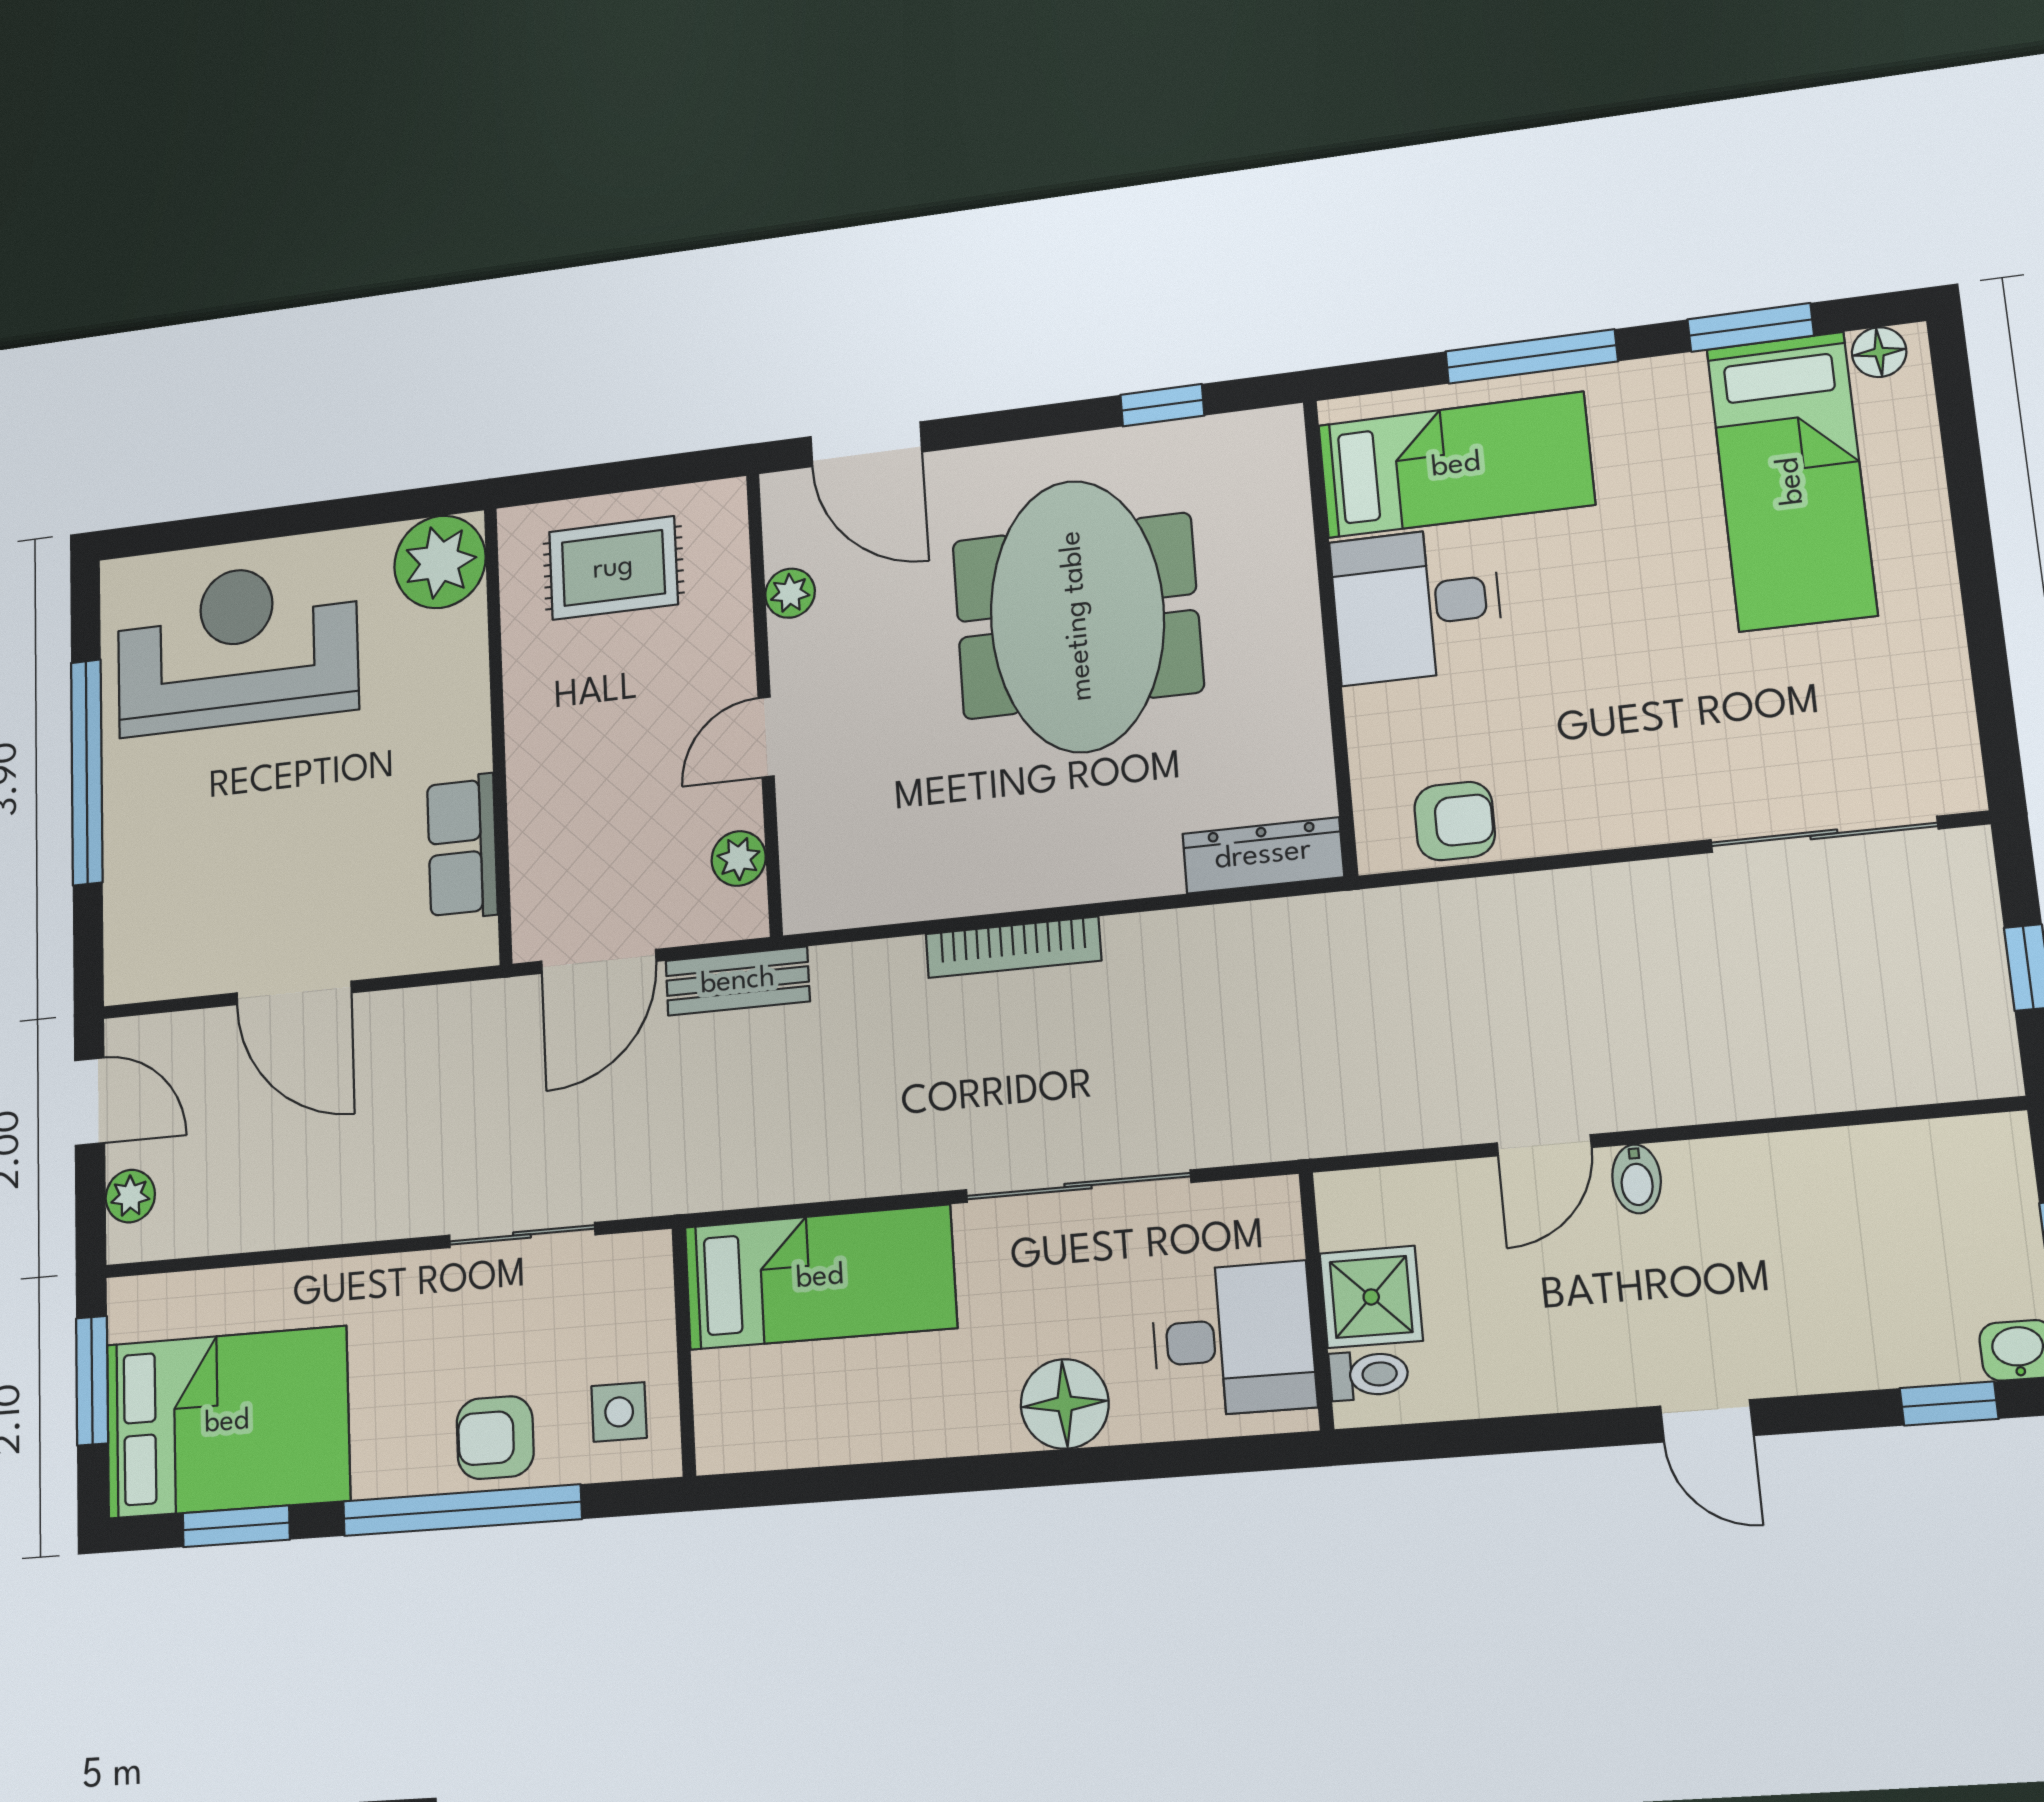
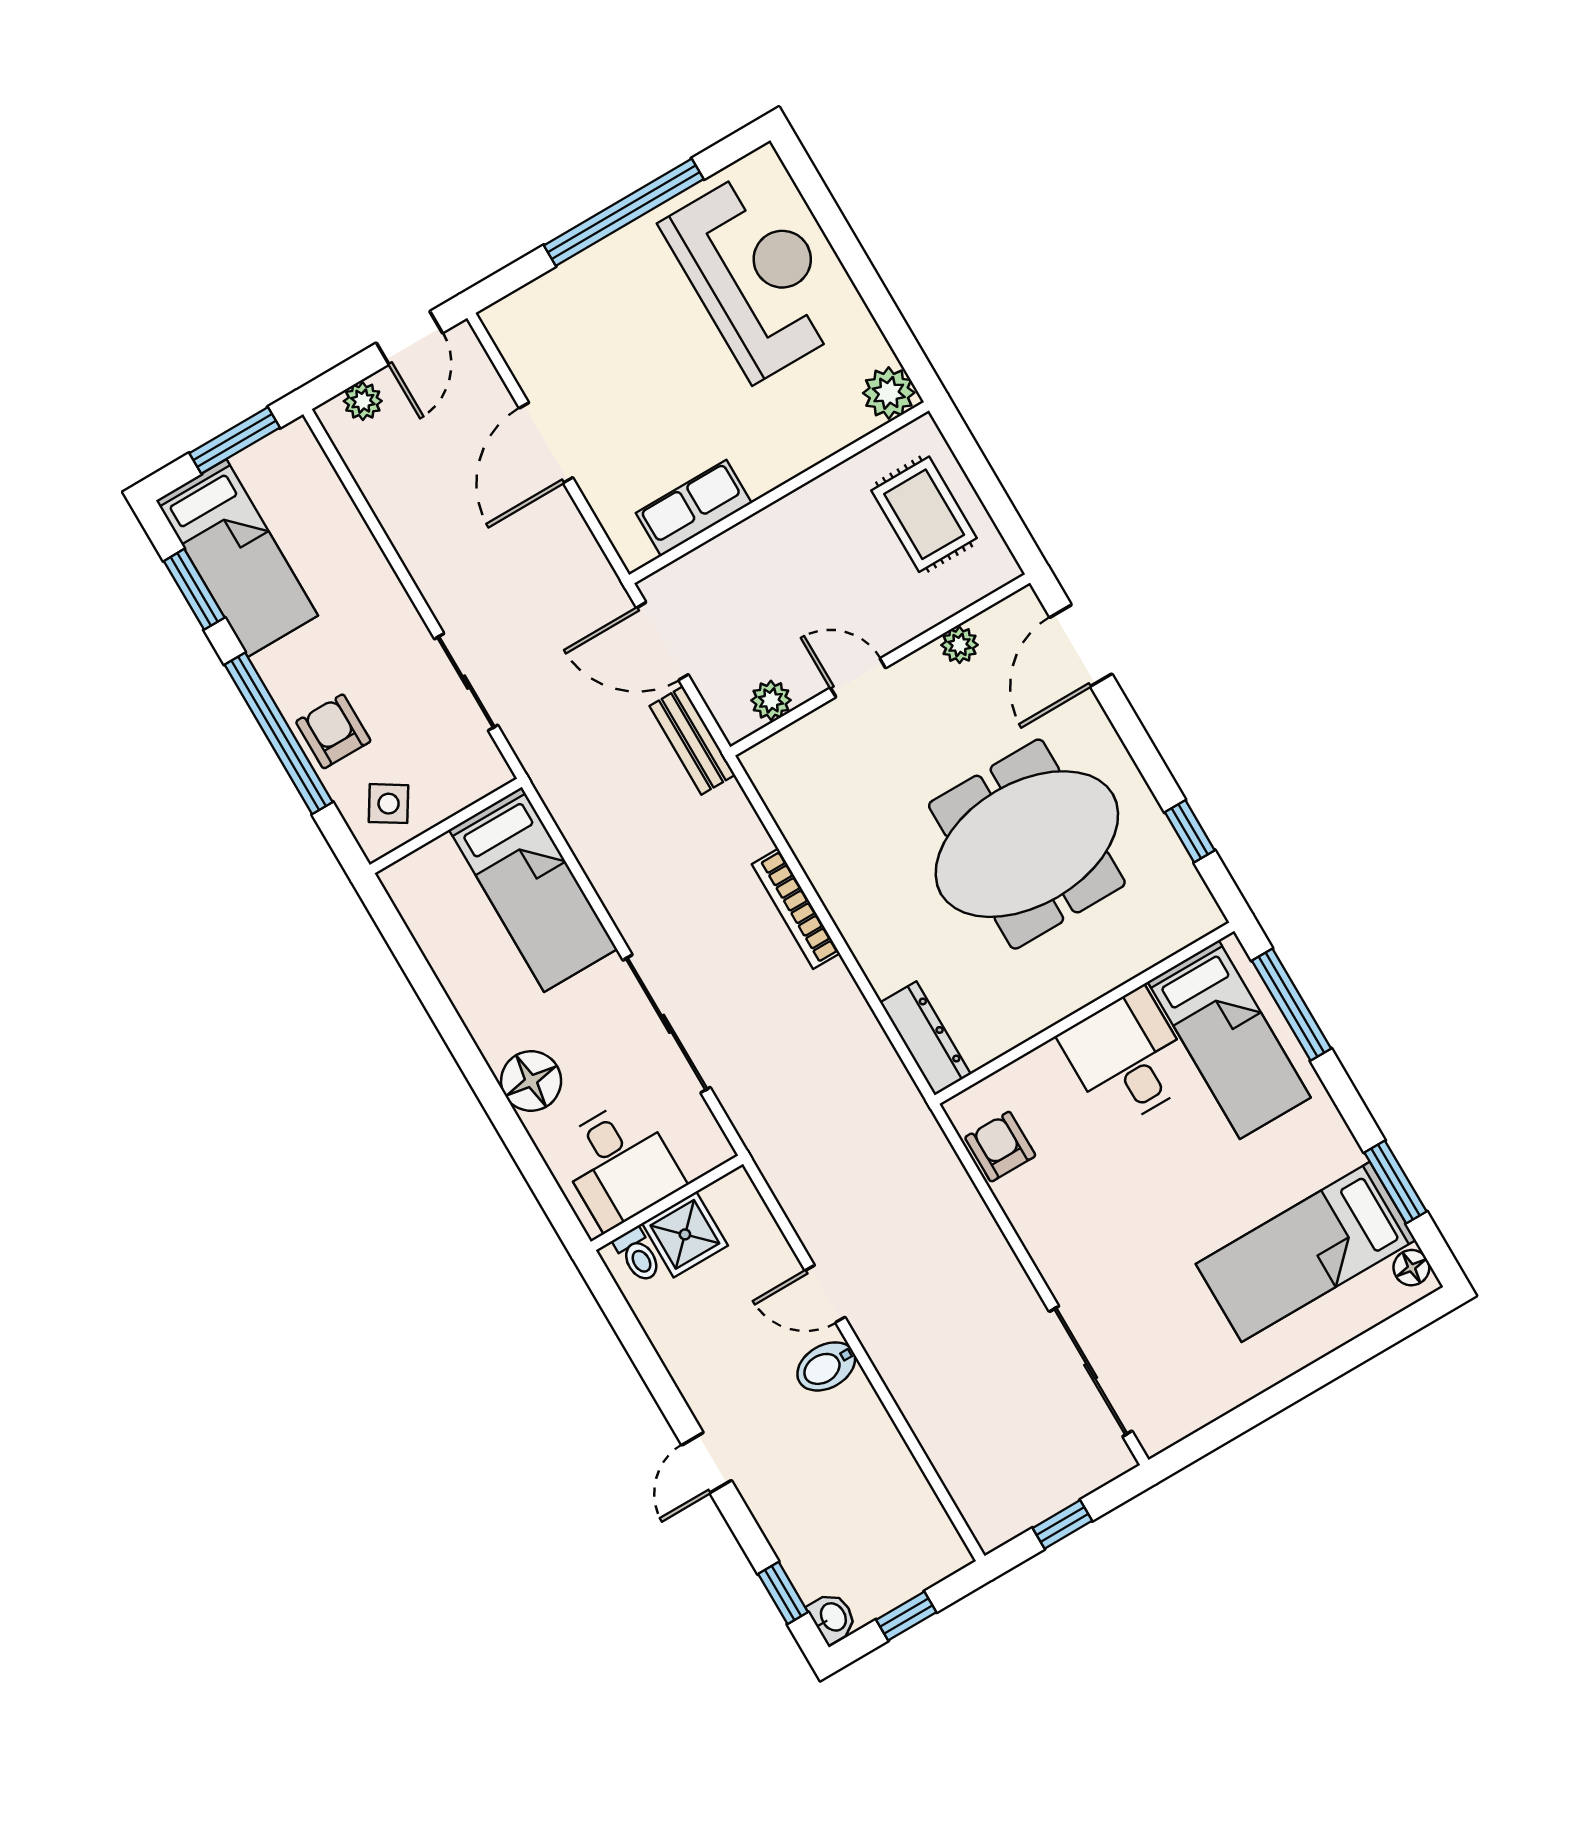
window: (1531, 356) -> (1291, 1005), moved
plant: (440, 562) -> (889, 393), width x0.73, depth x0.73
armchair: (1455, 821) -> (1000, 1147), turned 180
bidet: (1637, 1179) -> (826, 1366), width x1.38, depth x1.36
side table: (619, 1412) -> (389, 804), turned 32
bed: (227, 1422) -> (237, 558), width x0.67

